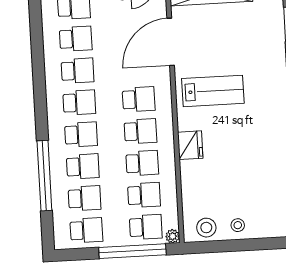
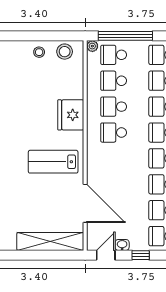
door: (171, 42) -> (85, 203), hinge flipped
school desk: (139, 99) -> (114, 158), removed
fridge: (190, 145) -> (71, 115), width x1.36, depth x1.34

